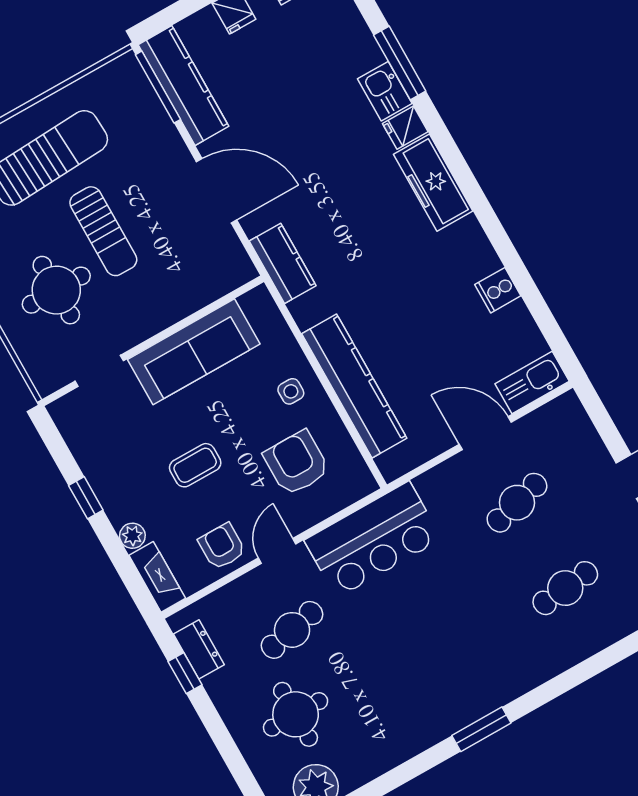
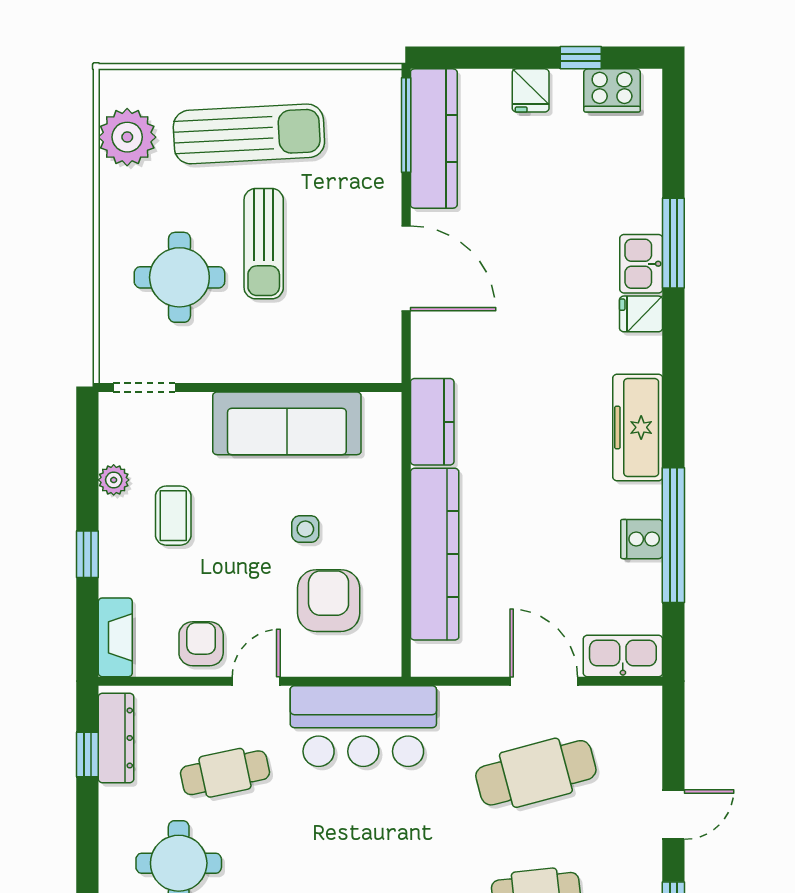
freezer: (433, 183) -> (638, 427), moved
kitchen counter: (283, 263) -> (432, 422), moved
window: (519, 274) -> (673, 535), added
doorway: (99, 371) -> (145, 387), moved
side table: (291, 391) -> (305, 529), moved
coffee table: (195, 465) -> (173, 516), moved, turned 90
window: (86, 498) -> (87, 554), moved
cafe table: (517, 503) -> (536, 773), width x1.37, depth x1.35
plant: (132, 536) -> (114, 480), moved
dresser: (199, 649) -> (116, 738), width x1.44

